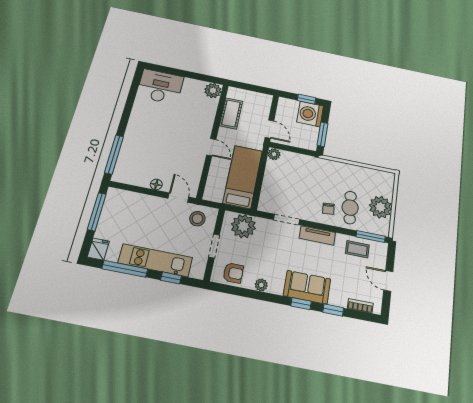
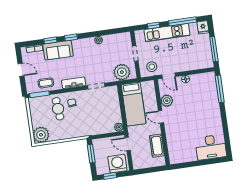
plant: (213, 91) -> (167, 101), moved
washing machine: (310, 114) -> (117, 164), moved, turned -90
plant: (380, 207) -> (41, 135), moved
armchair: (233, 273) -> (118, 41), removed
sofa: (307, 287) -> (58, 50), moved

